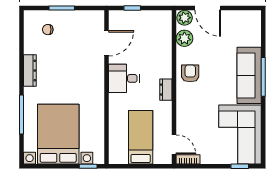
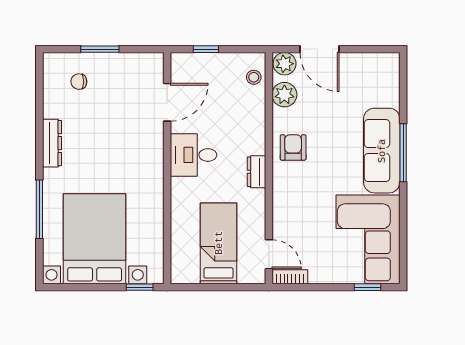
stool: (164, 27) -> (254, 77), added

